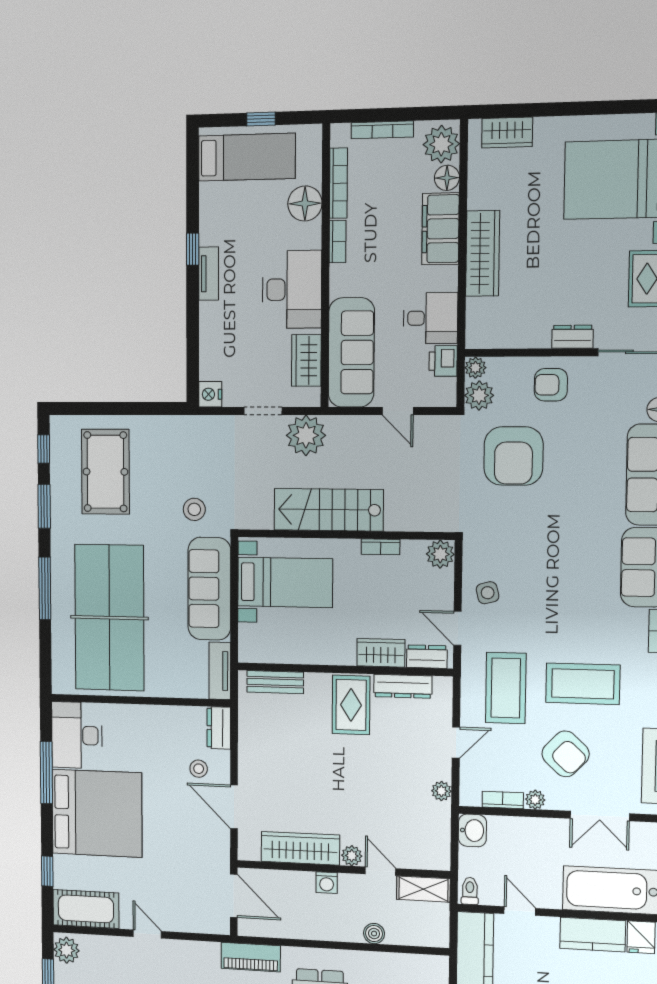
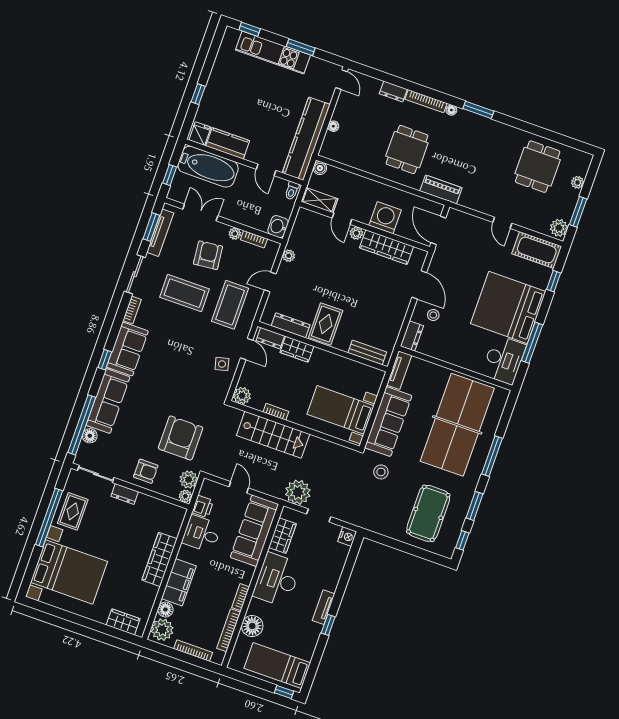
window: (261, 119) -> (284, 692), moved
stairs: (329, 510) -> (273, 435), moved
armchair: (566, 754) -> (208, 255), turned 41
washing machine: (327, 883) -> (385, 218), width x1.89, depth x1.89
boiler: (374, 934) -> (320, 168), moved

